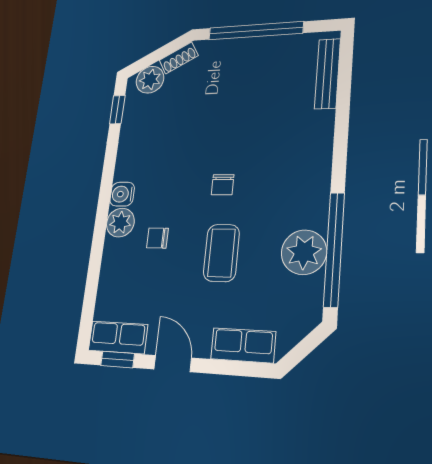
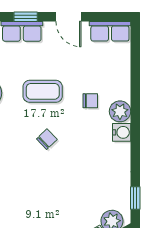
chair: (223, 185) -> (47, 139), turned 46
coffee table: (221, 253) -> (43, 91), turned 90
window: (118, 359) -> (26, 17), moved

